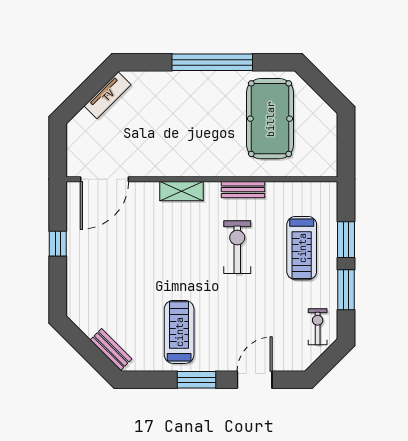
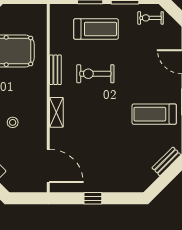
stool: (167, 128) -> (13, 122), added

